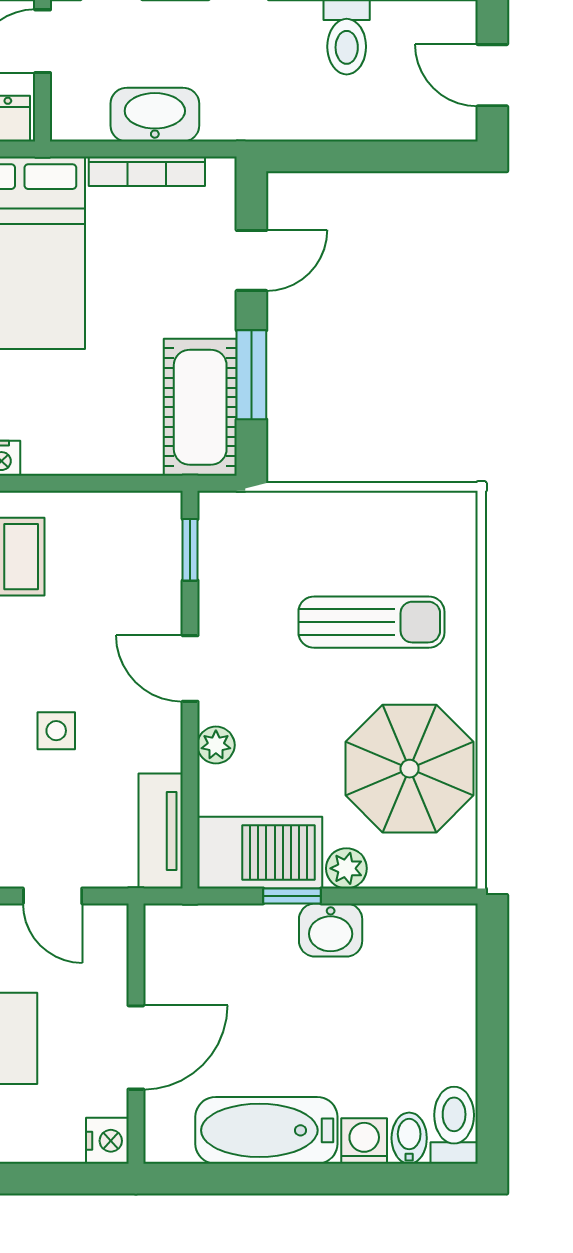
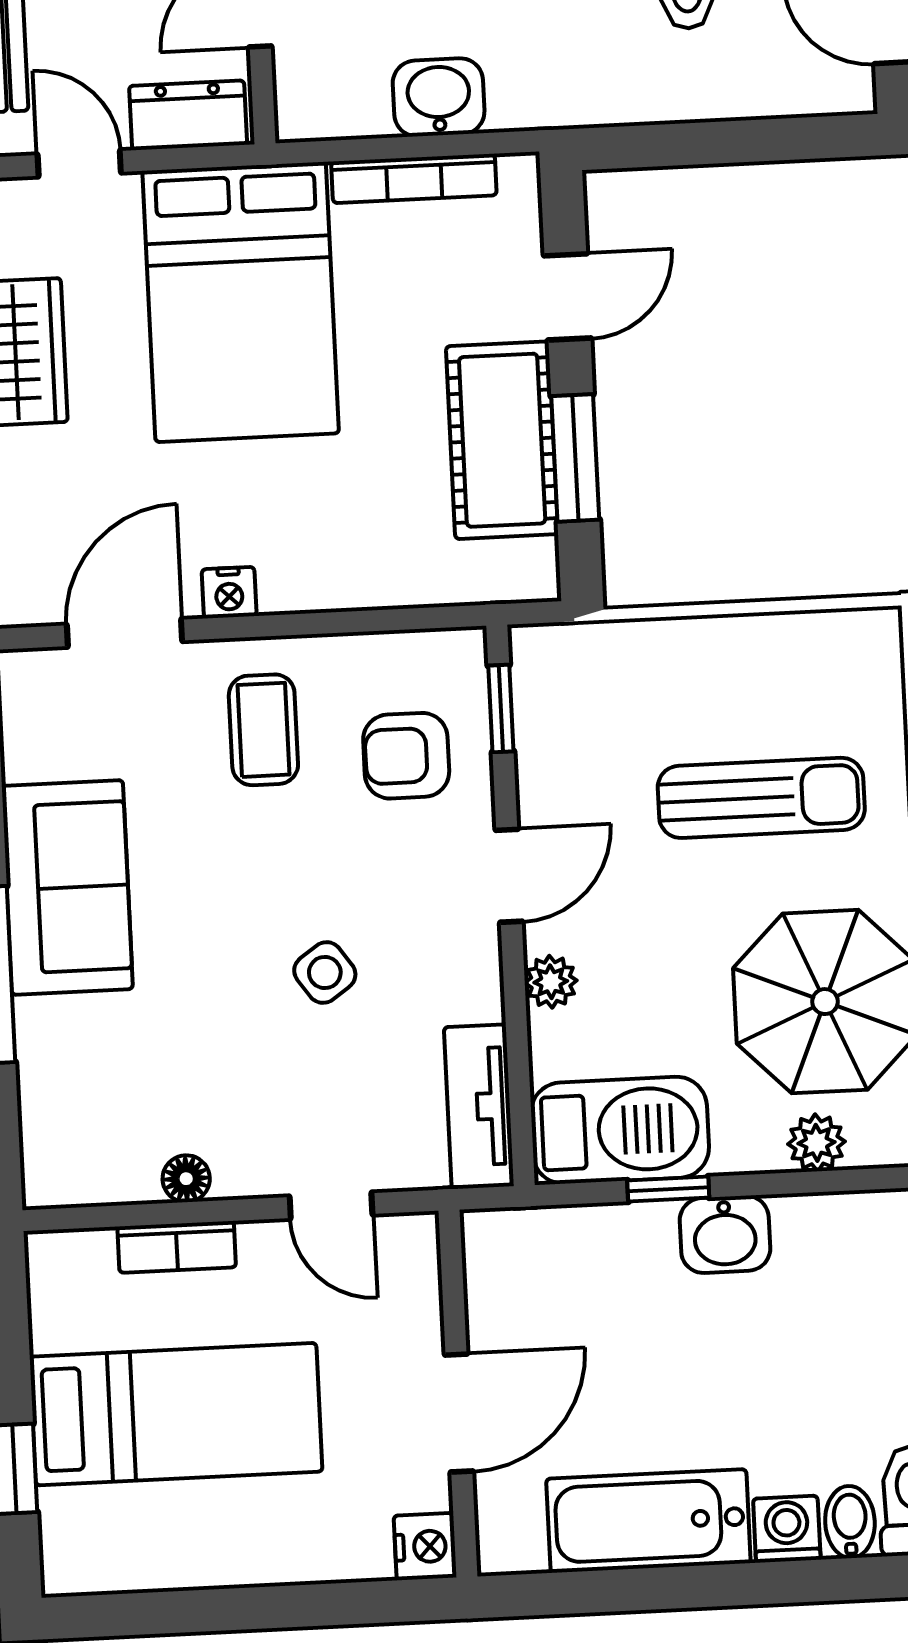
washbasin: (155, 115) -> (439, 97), width x0.72
cot: (200, 407) -> (502, 440), moved
armchair: (121, 580) -> (406, 756), added
door: (190, 668) -> (509, 876), swing flipped
side table: (56, 731) -> (325, 972), turned -35
plant: (346, 868) -> (817, 1143), moved

